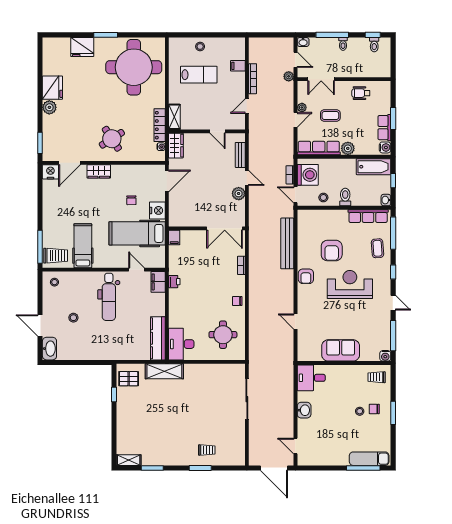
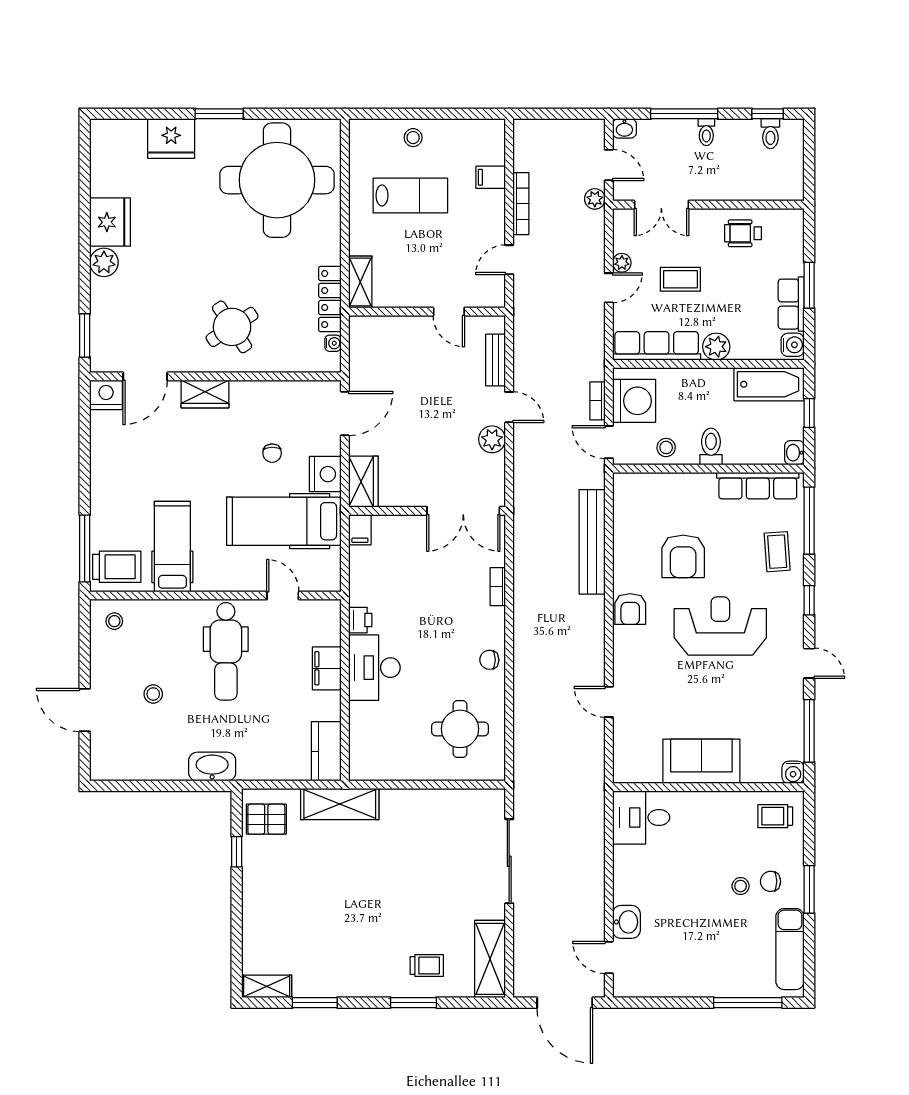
wardrobe: (176, 146) -> (363, 482), moved
filing cabinet: (158, 282) -> (327, 668), moved
kitchen counter: (158, 338) -> (326, 751), width x0.67
desk: (181, 344) -> (374, 668), moved
washbasin: (49, 349) -> (212, 767), moved, turned -90
washbasin: (304, 410) -> (626, 922), moved
shelving: (238, 447) -> (490, 959), added
exam couch: (369, 459) -> (790, 949), moved, turned -90

